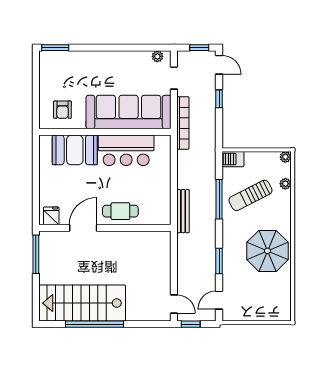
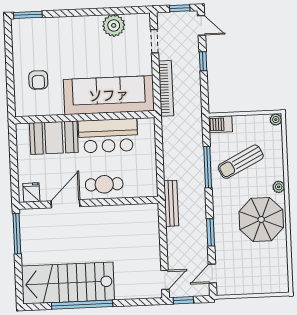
plant: (157, 56) -> (114, 25), moved, width x1.88, depth x1.88
sofa: (129, 112) -> (109, 95), moved
wall: (105, 132) -> (85, 117), moved
booth: (75, 150) -> (54, 138), moved
bar counter: (126, 150) -> (108, 136), moved
plant: (285, 184) -> (279, 187), moved
bench: (183, 211) -> (171, 203), moved
door: (174, 304) -> (165, 280), hinge flipped

